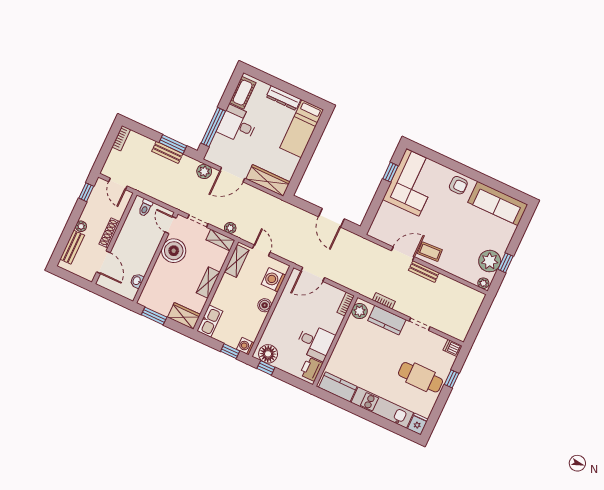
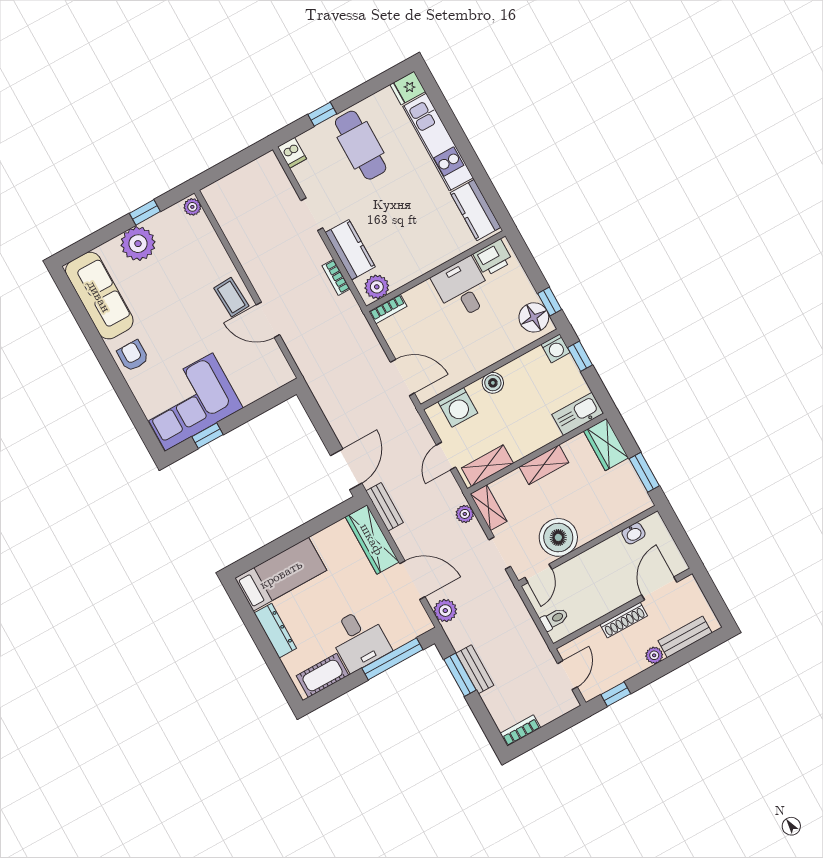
door: (331, 218) -> (346, 469), moved
plant: (490, 261) -> (138, 244), moved
bench: (424, 271) -> (385, 507), moved

